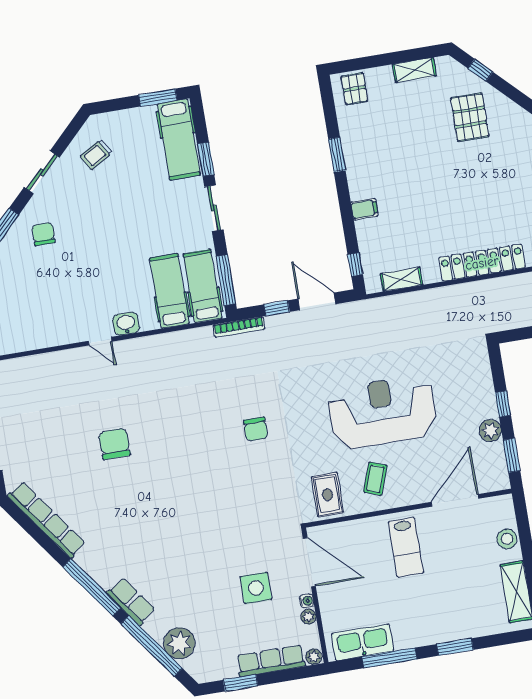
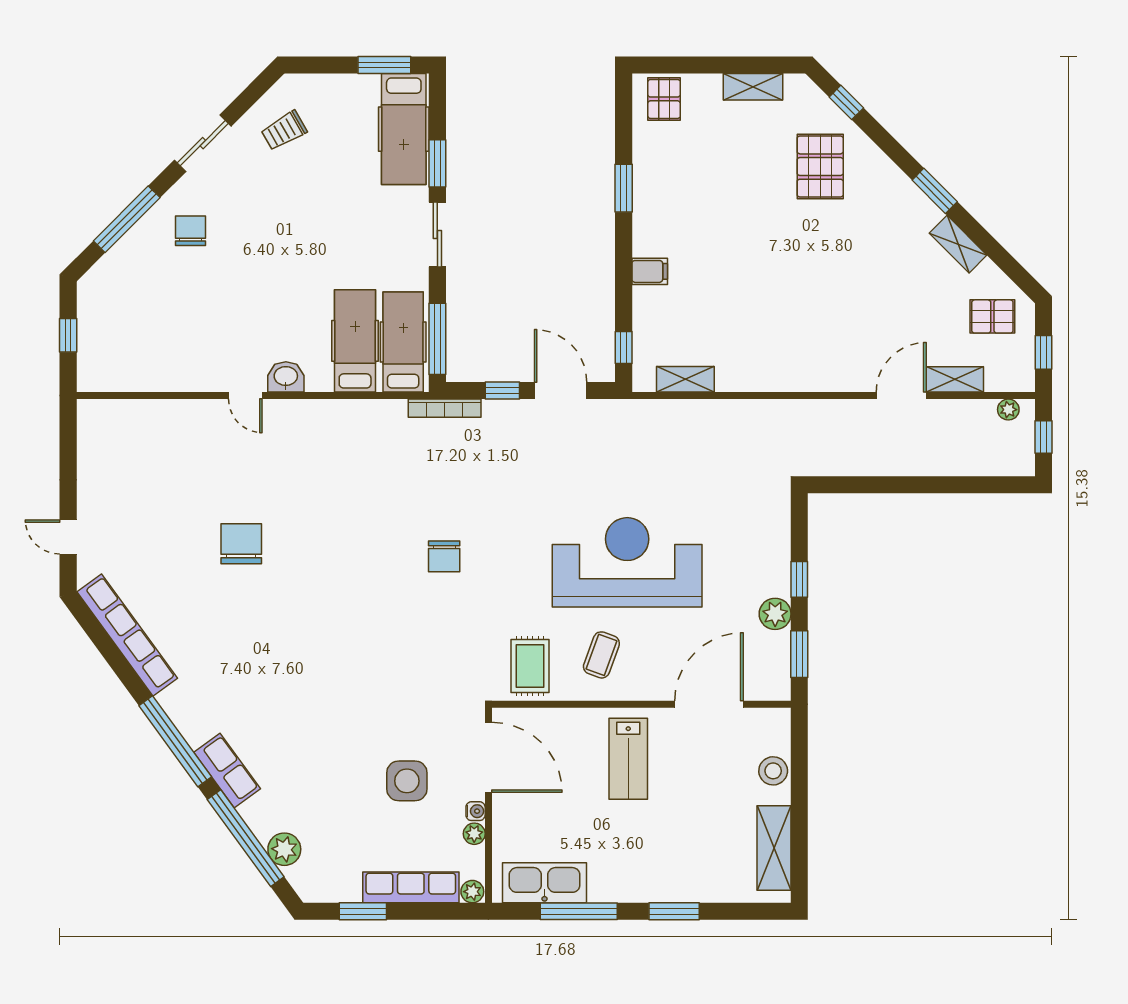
locker: (482, 263) -> (803, 375), removed
plant: (179, 643) -> (284, 849), width x0.73, depth x0.73

